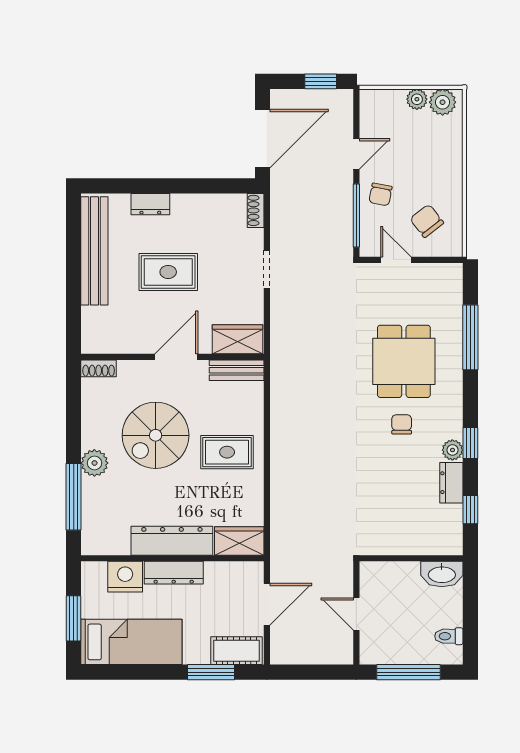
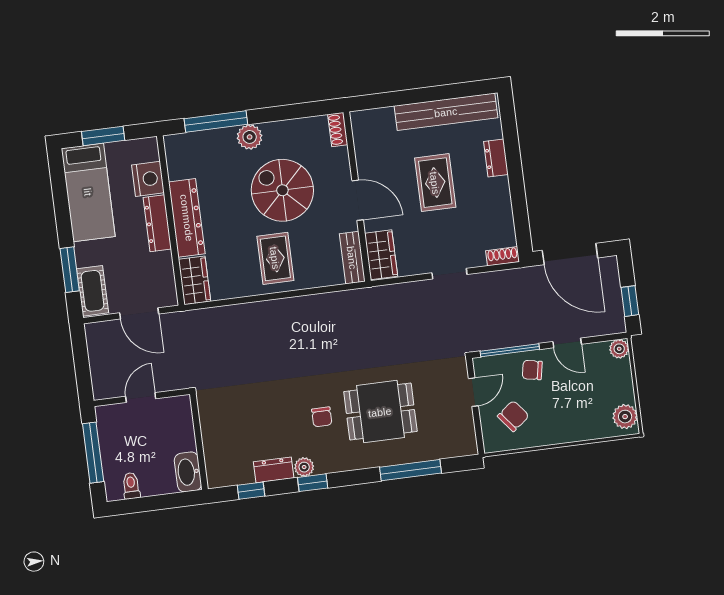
plant: (417, 99) -> (619, 349), moved
chair: (402, 424) -> (322, 417), turned 90

